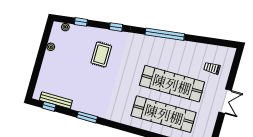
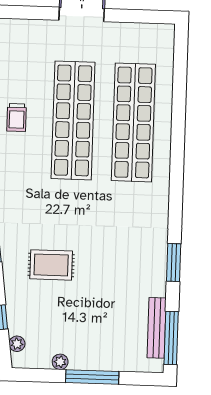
window: (39, 61) -> (92, 377), added
trolley: (212, 68) -> (17, 117), moved
window: (49, 106) -> (171, 338), width x2.17

